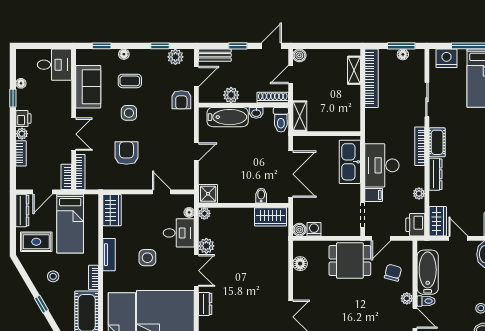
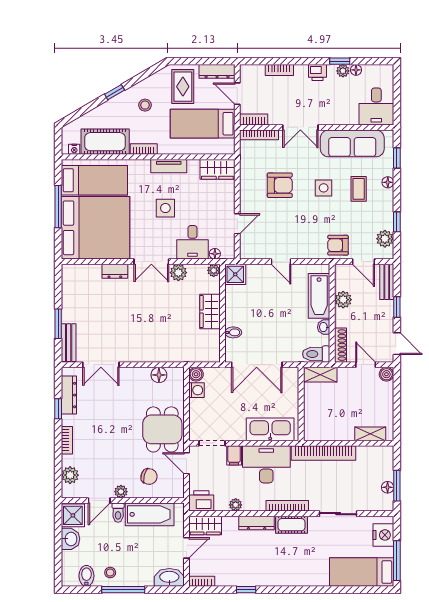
bookcase: (371, 78) -> (323, 453), moved
sofa: (88, 87) -> (352, 143), width x1.36
plant: (22, 134) -> (343, 71), moved
wardrobe: (271, 217) -> (210, 312), moved

